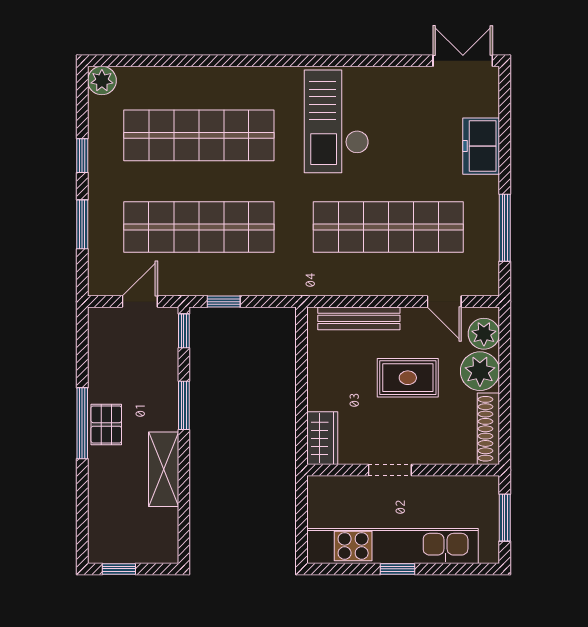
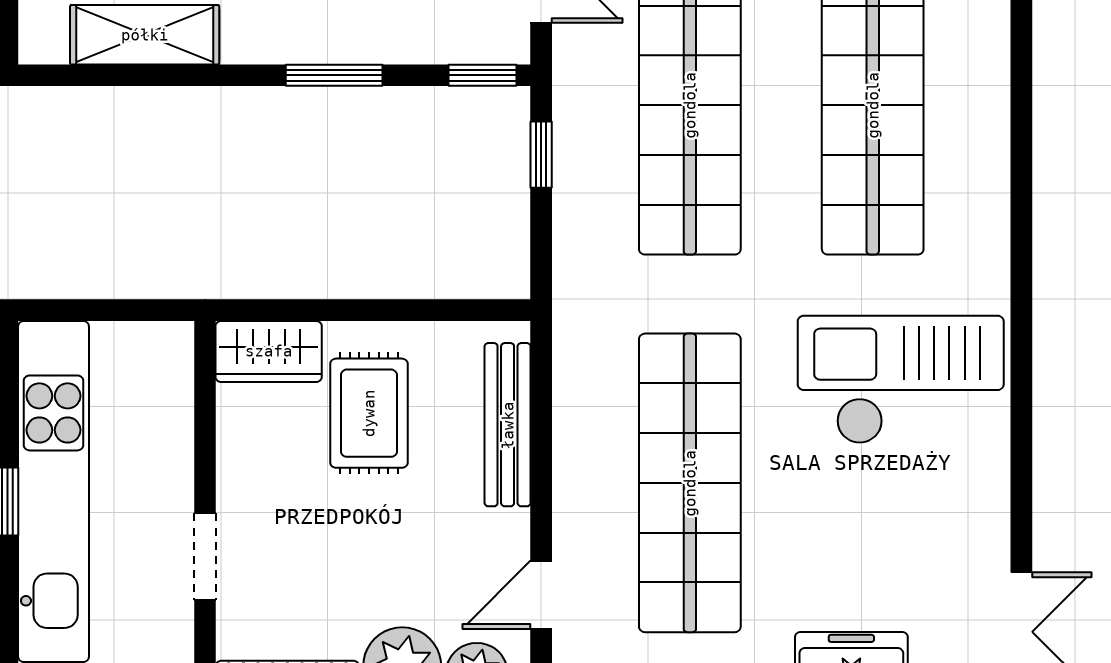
rug: (408, 378) -> (369, 413), moved
shelving: (164, 469) -> (145, 35), moved
doorway: (390, 470) -> (205, 557), moved

